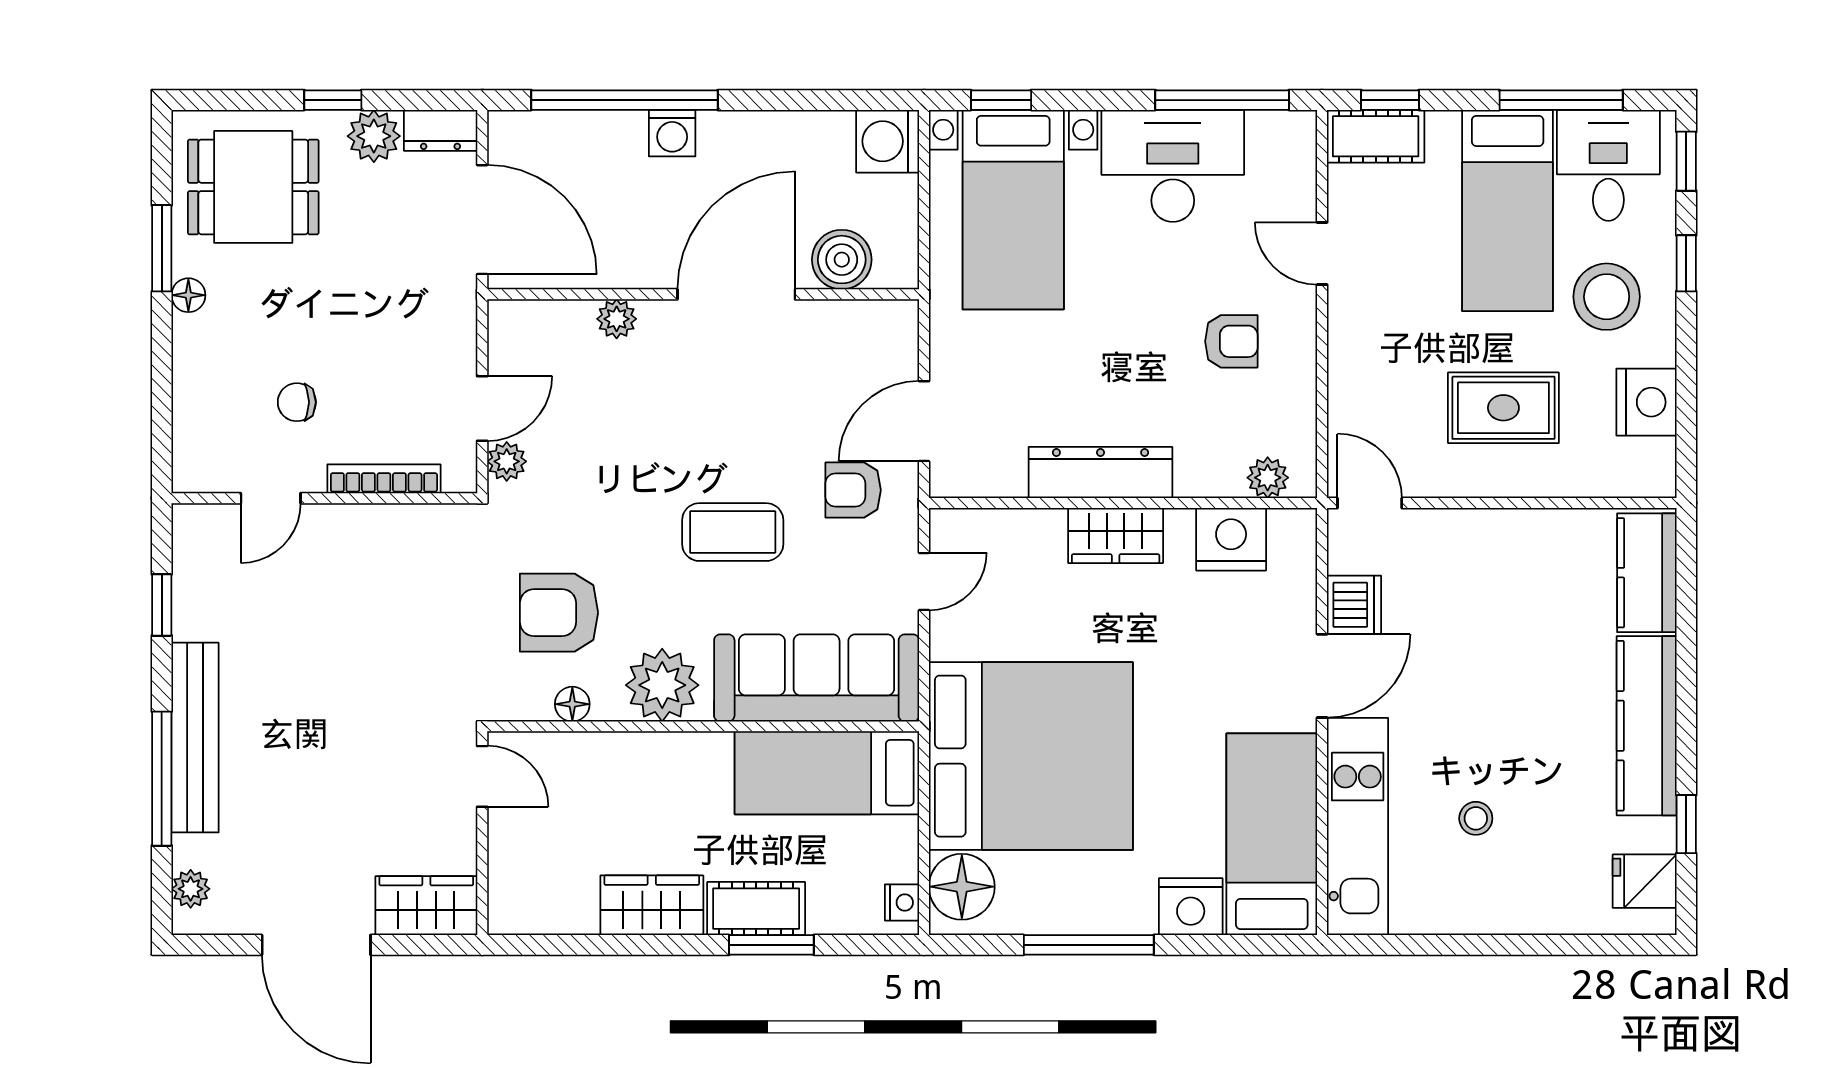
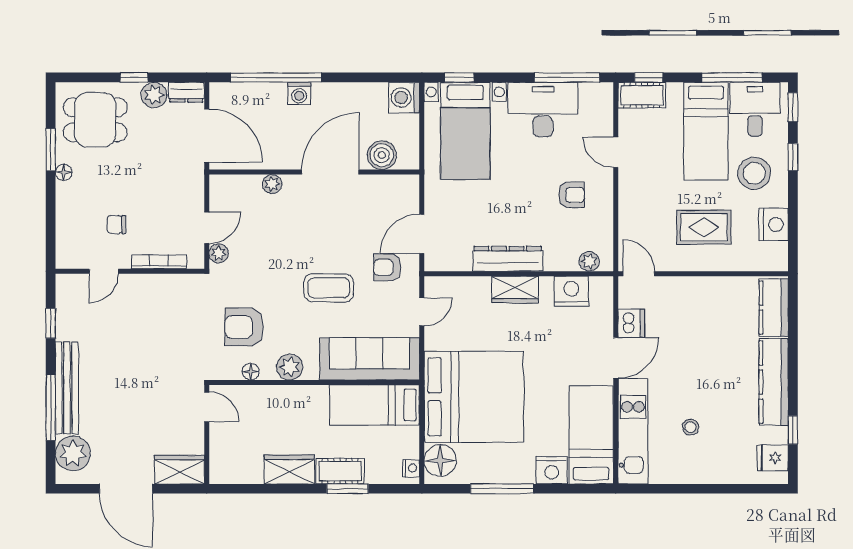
plant: (662, 685) -> (290, 367), width x0.73, depth x0.73
plant: (191, 889) -> (73, 453), width x1.87, depth x1.87

